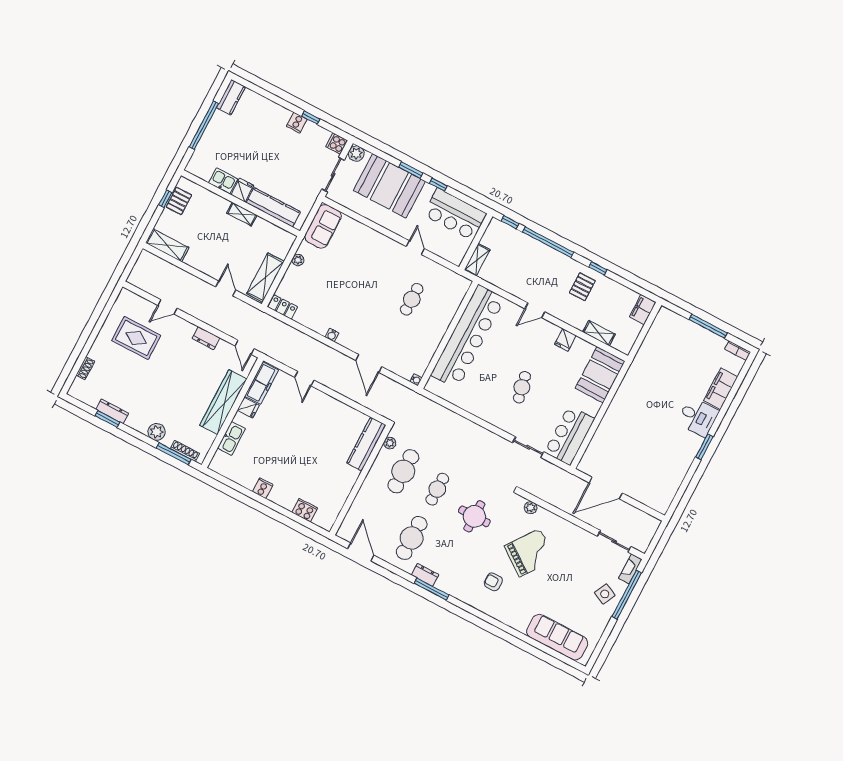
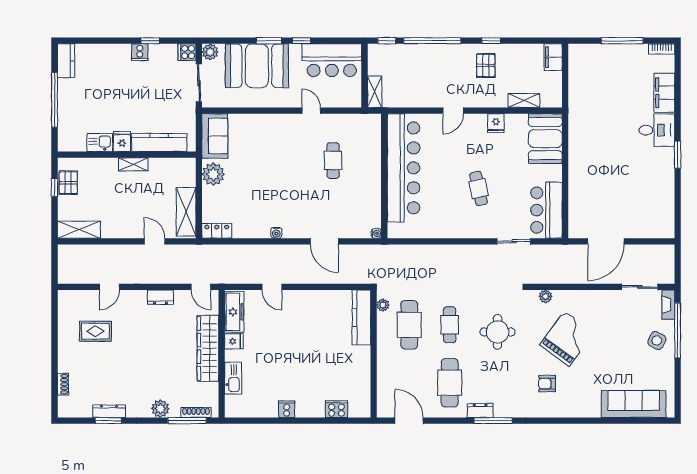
plant: (298, 260) -> (213, 174), width x1.88, depth x1.88
rug: (136, 338) -> (95, 331), width x0.73, depth x0.70

